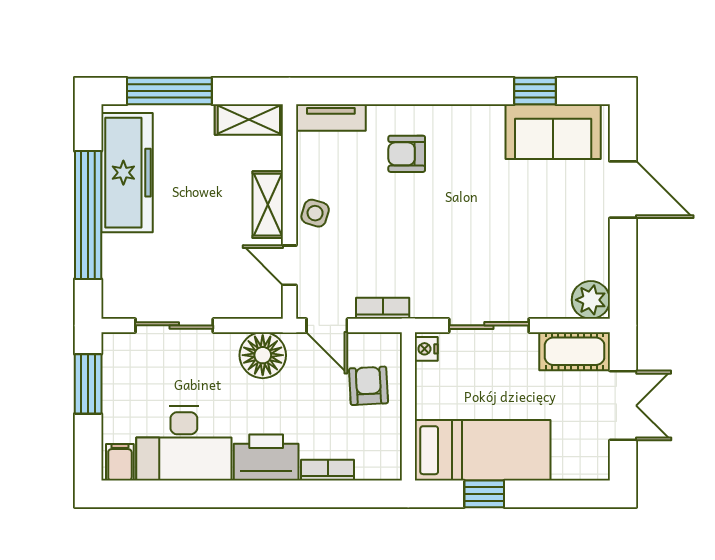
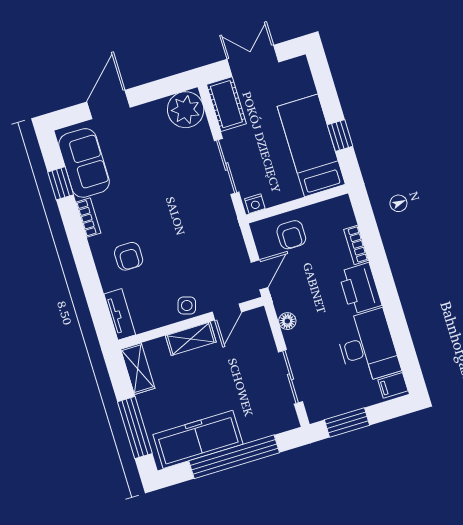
plant: (591, 300) -> (186, 110), width x1.36, depth x1.36
bookcase: (383, 308) -> (88, 218), moved, turned 180
floor lamp: (263, 355) -> (287, 321), width x0.53, depth x0.53
armchair: (368, 386) -> (291, 235), turned -87

